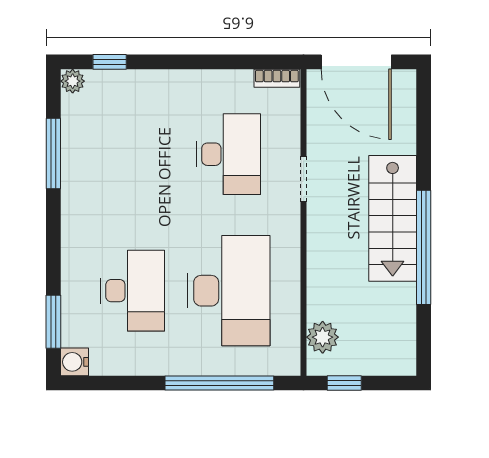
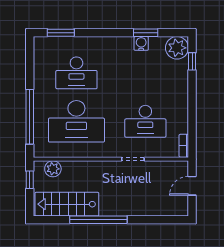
door: (356, 62) -> (192, 186), width x0.53
plant: (73, 81) -> (177, 48), width x1.87, depth x1.87
window: (53, 153) -> (146, 33), width x0.69
stairs: (393, 218) -> (67, 204), moved
water cooler: (74, 362) -> (141, 43), moved

